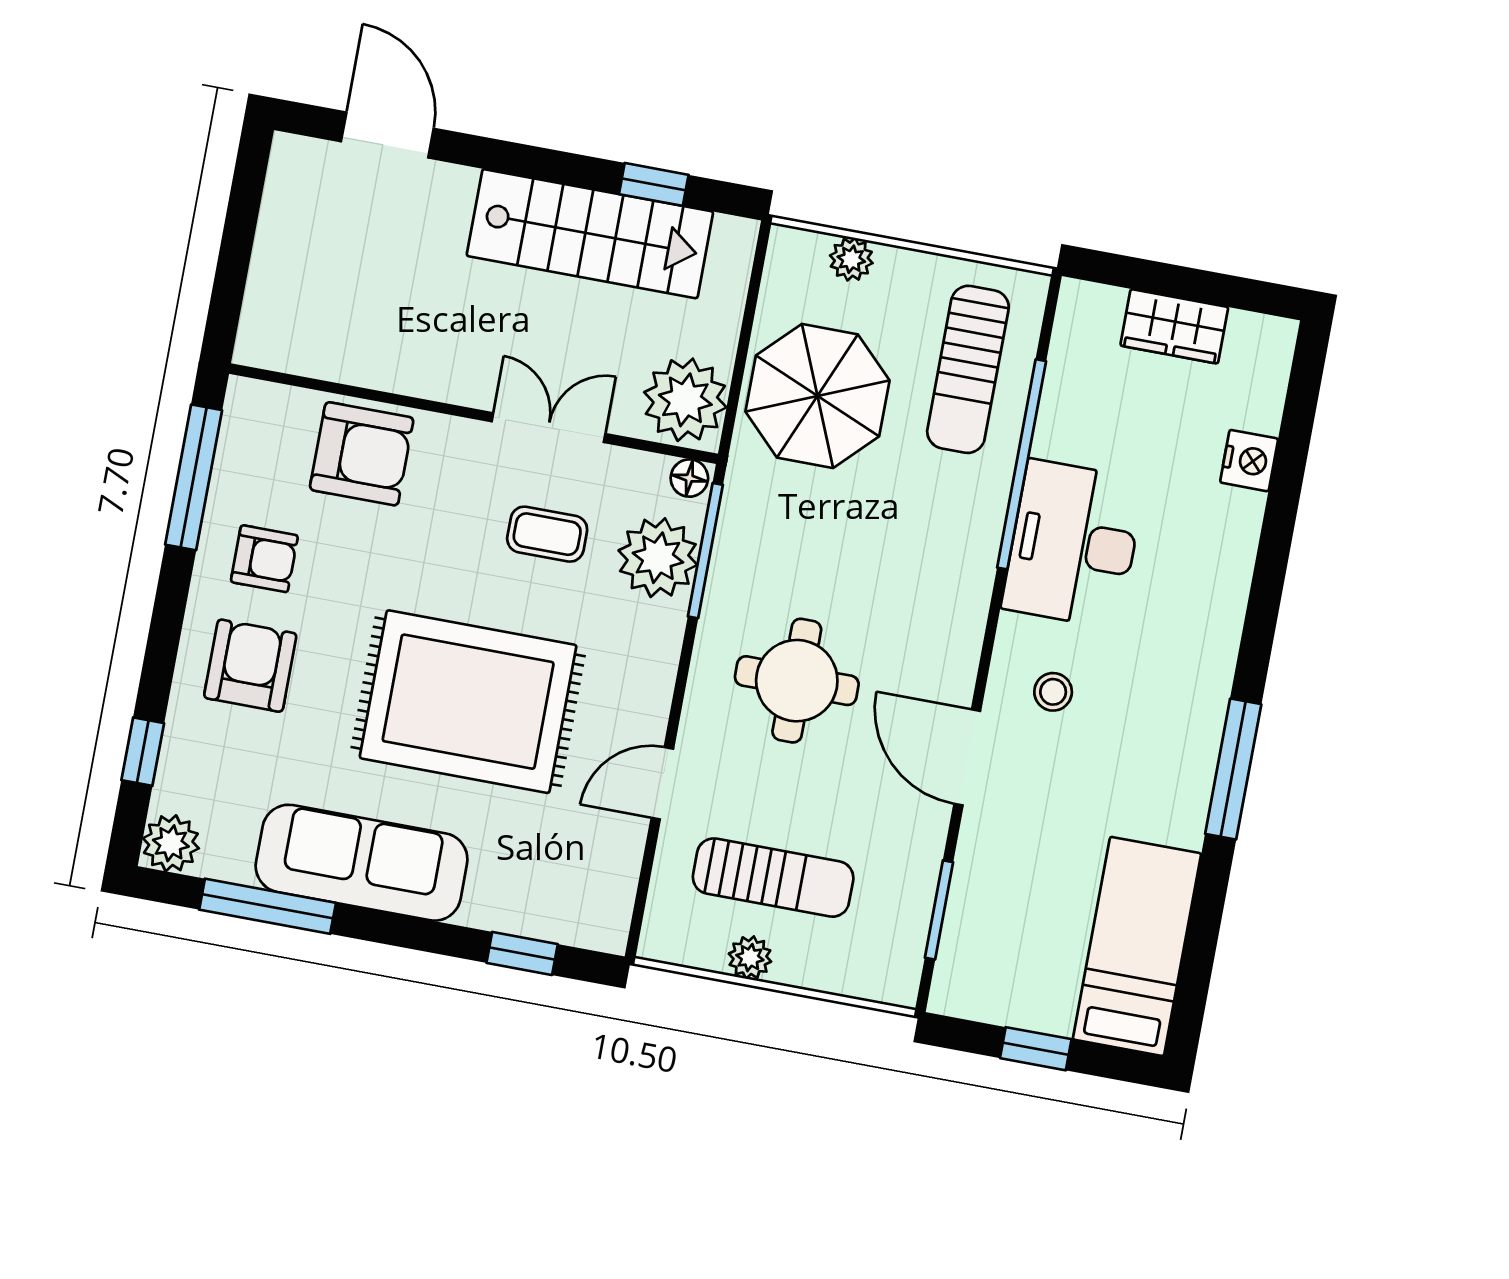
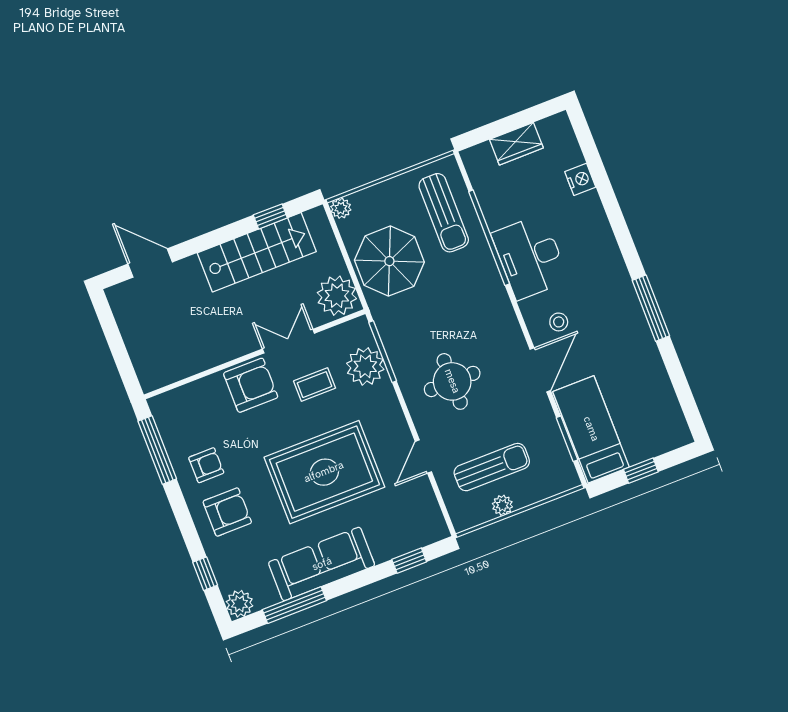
plant: (851, 259) -> (341, 208), moved
armchair: (362, 454) -> (251, 385), moved
floor lamp: (689, 478) -> (358, 326), removed
armchair: (250, 666) -> (227, 512), turned 90
door: (967, 757) -> (540, 370), swing flipped
bed: (1137, 946) -> (591, 429), moved

